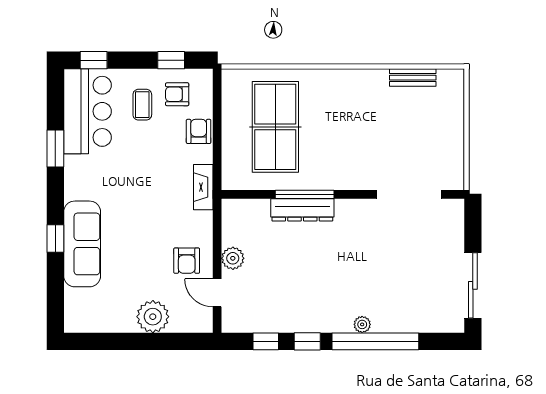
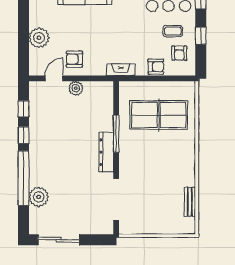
window: (171, 60) -> (201, 36), moved
armchair: (177, 94) -> (179, 53), turned 180
dresser: (302, 210) -> (106, 152), moved
plant: (362, 324) -> (39, 197), moved, width x1.87, depth x1.87

